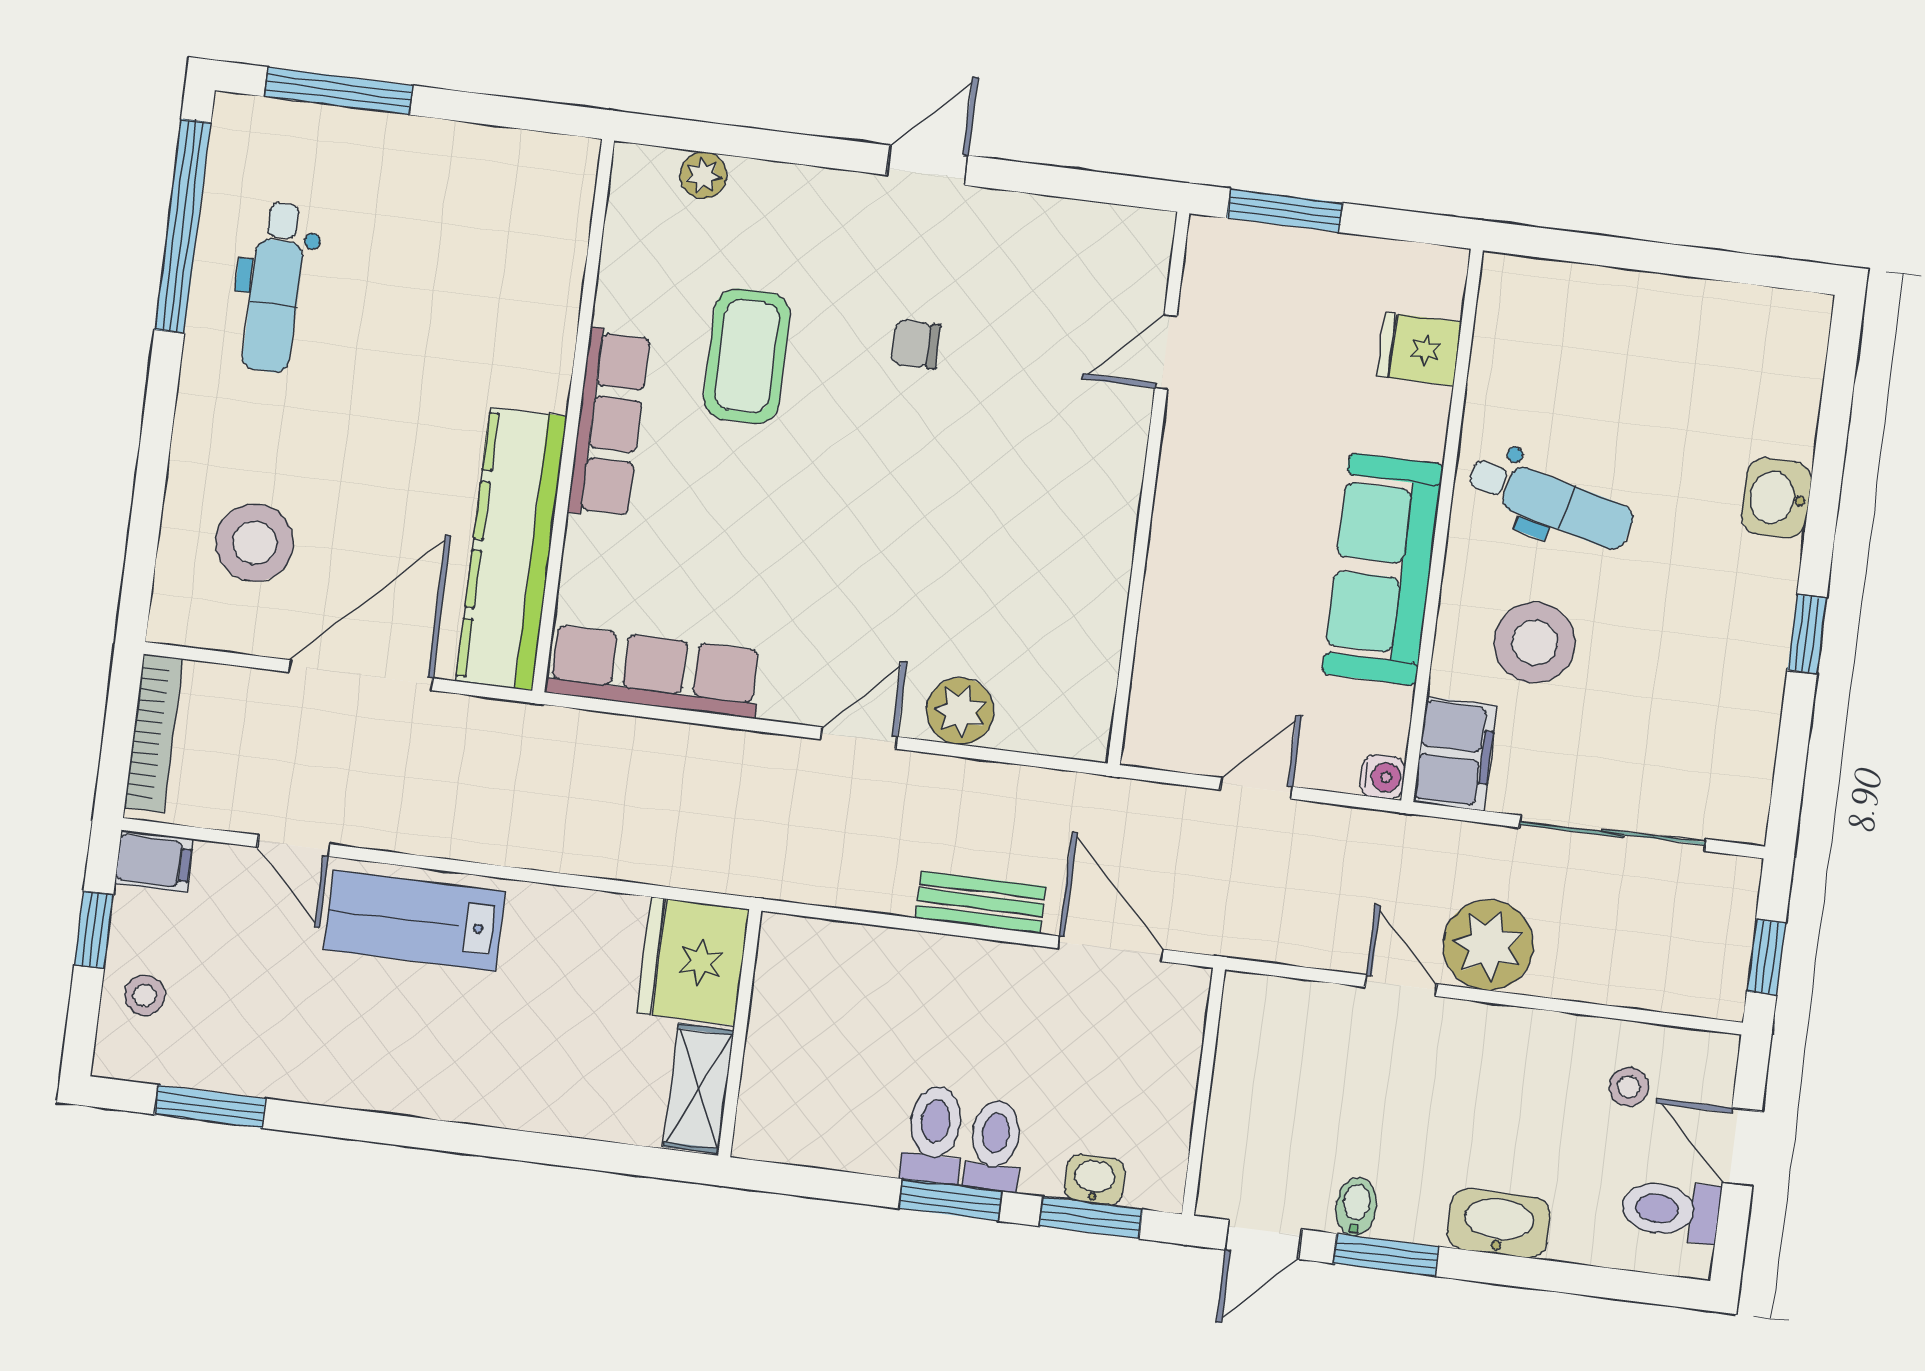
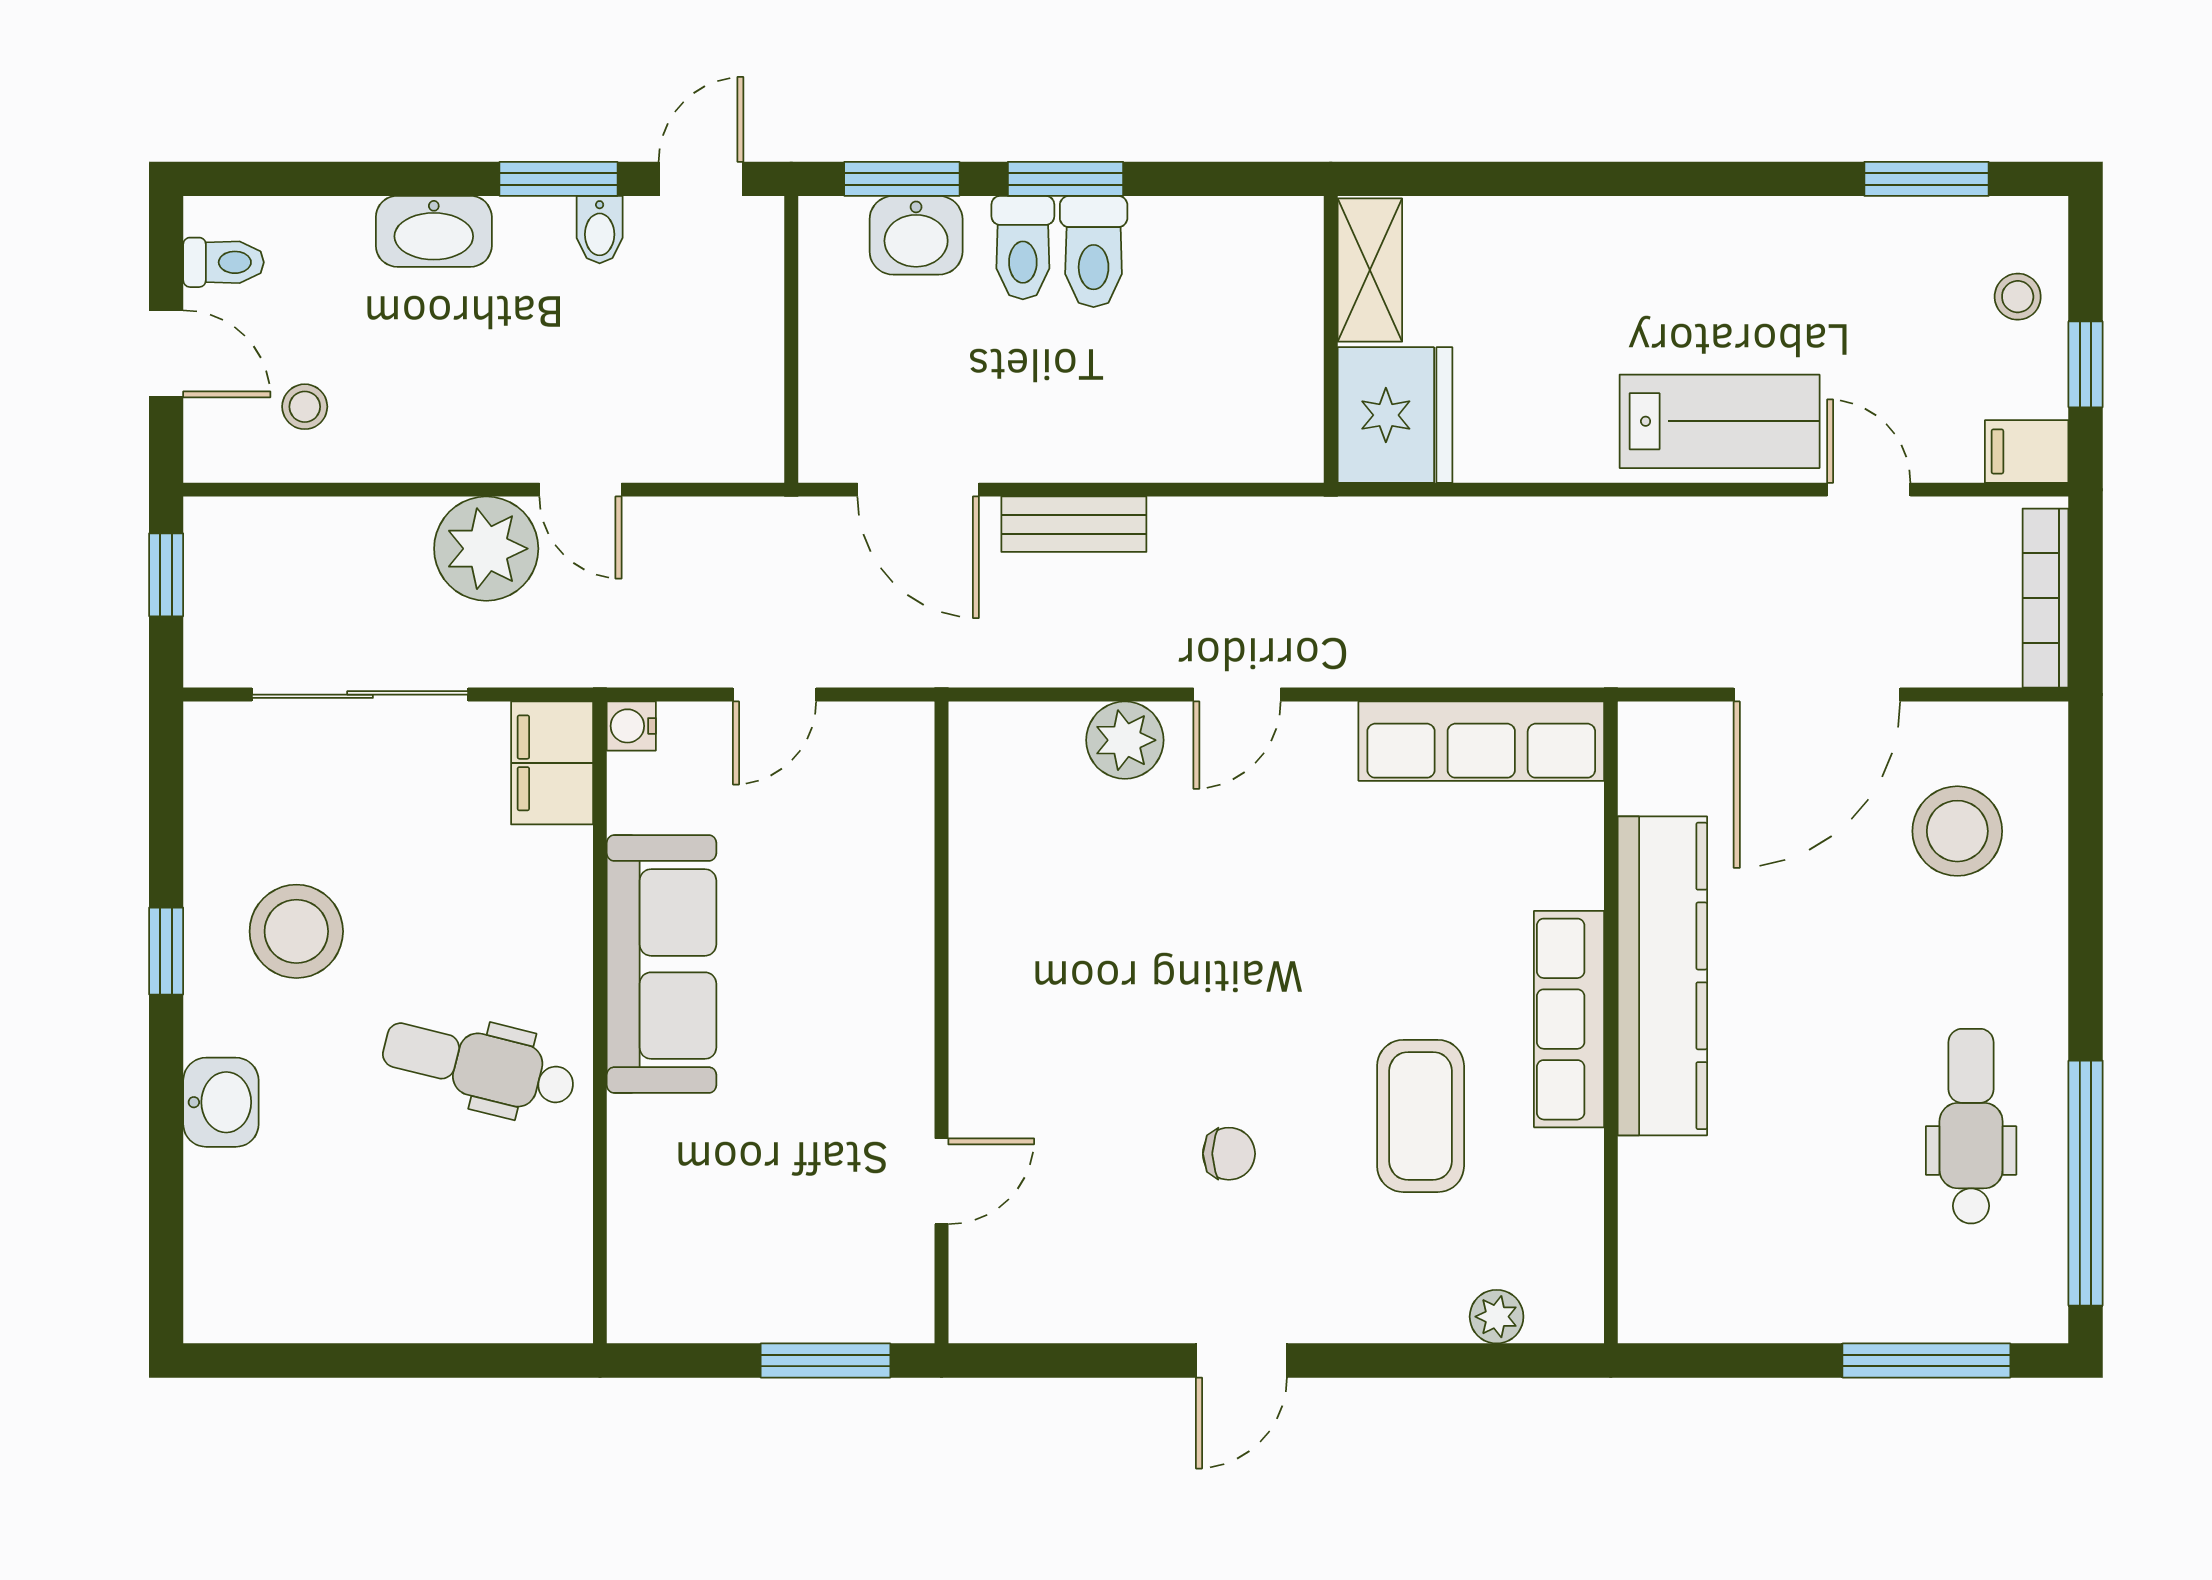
fridge: (1419, 349) -> (651, 1221), removed
kitchen counter: (511, 549) -> (1662, 976), moved
stool: (1535, 643) -> (296, 931), moved
washbasin: (1095, 1180) -> (916, 235), width x1.38, depth x1.45
toilet: (1671, 1210) -> (224, 262), width x0.73, depth x0.72

